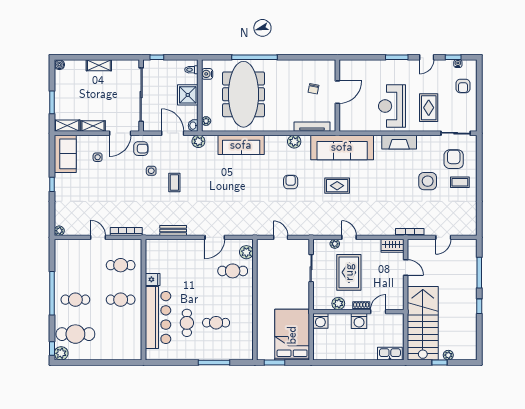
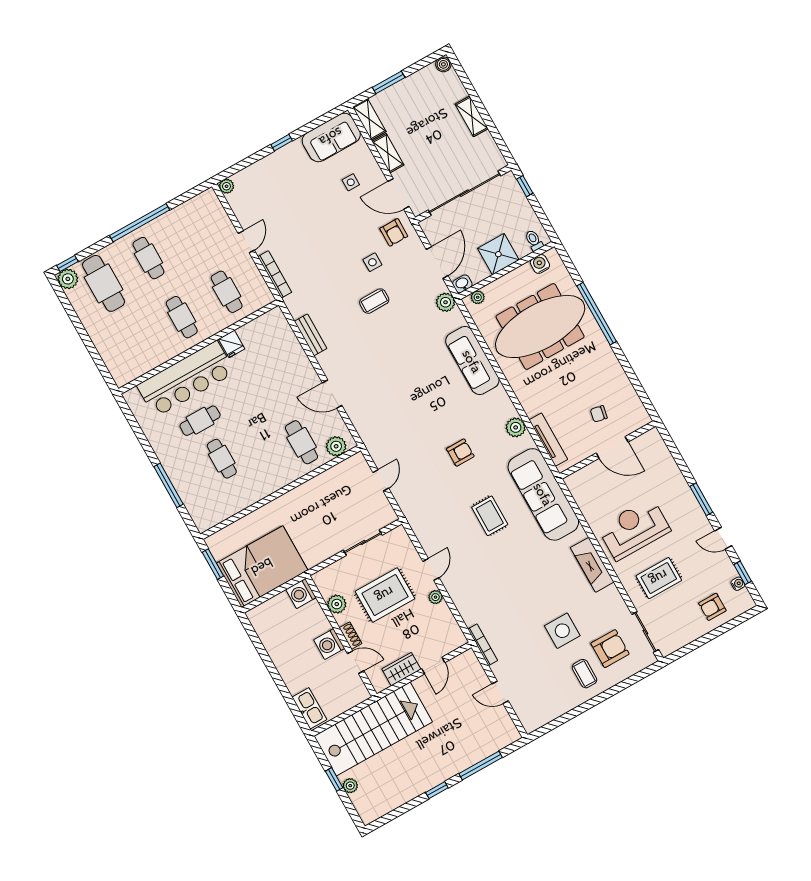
plant: (335, 244) -> (436, 597), moved
wardrobe: (392, 246) -> (401, 669), moved, turned 90

